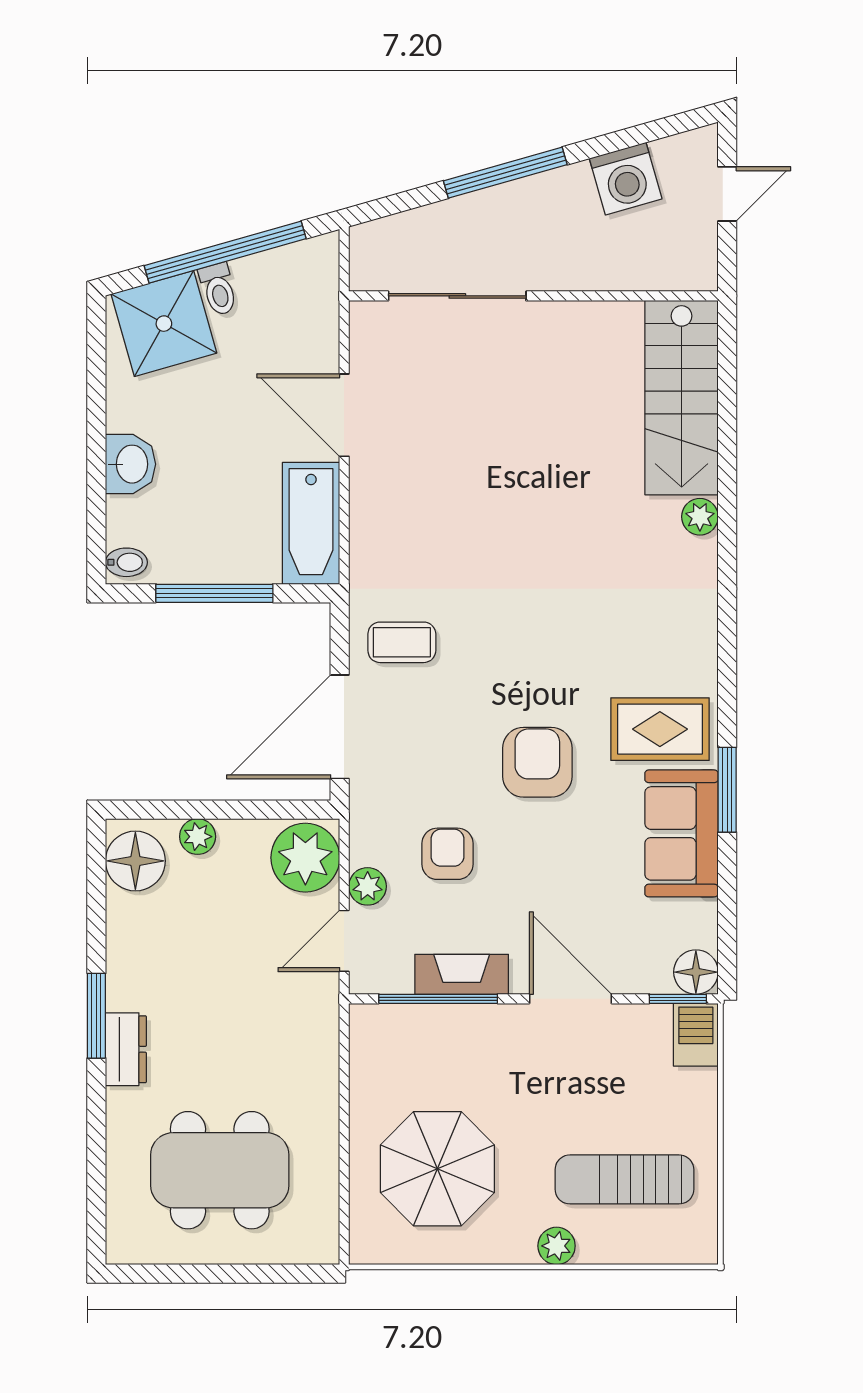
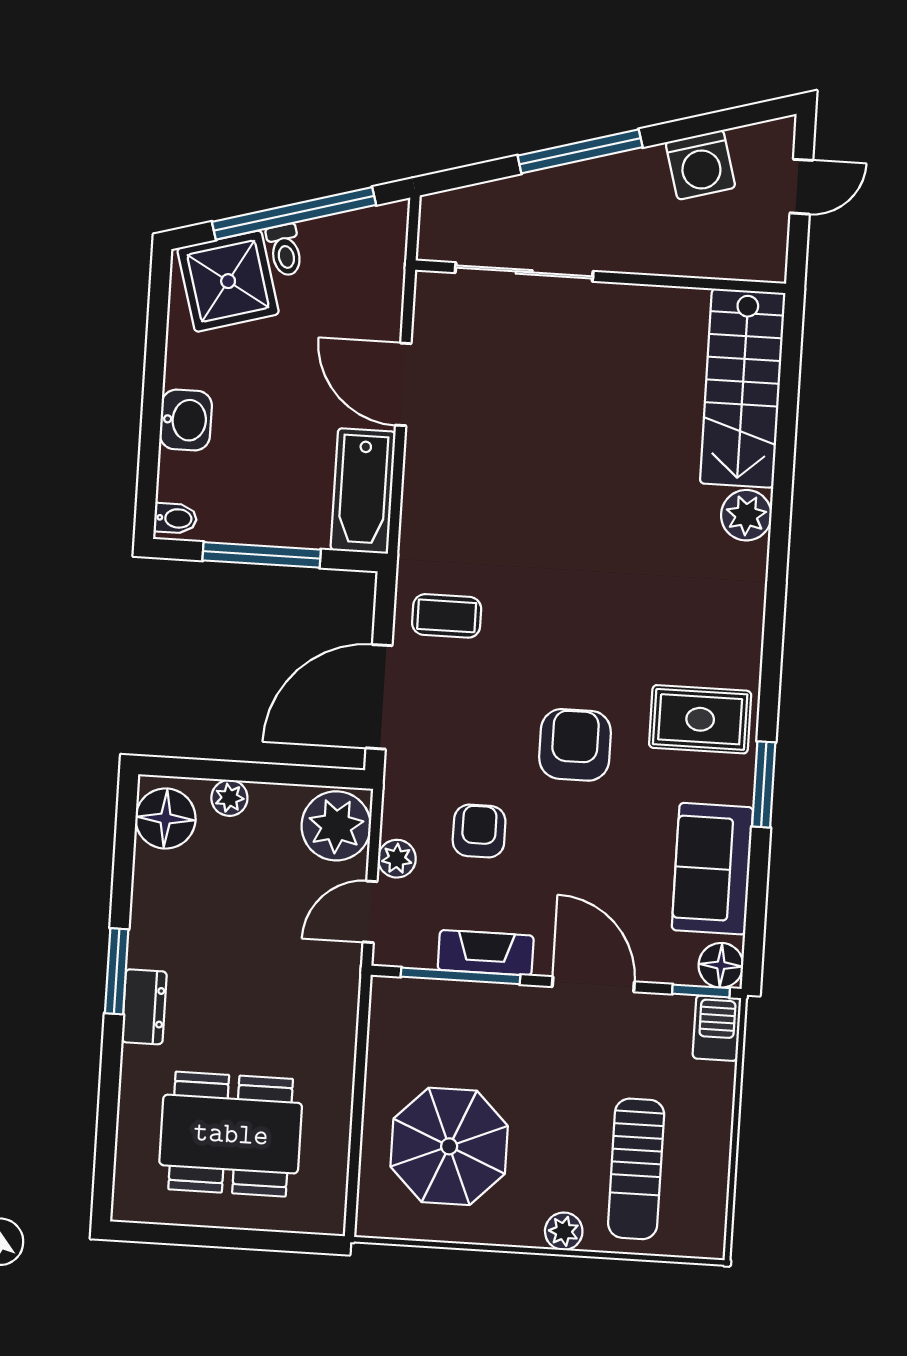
plant: (700, 517) -> (746, 515), width x1.38, depth x1.38
sofa: (681, 833) -> (712, 869), moved
sun lounger: (624, 1179) -> (636, 1169), turned -90

